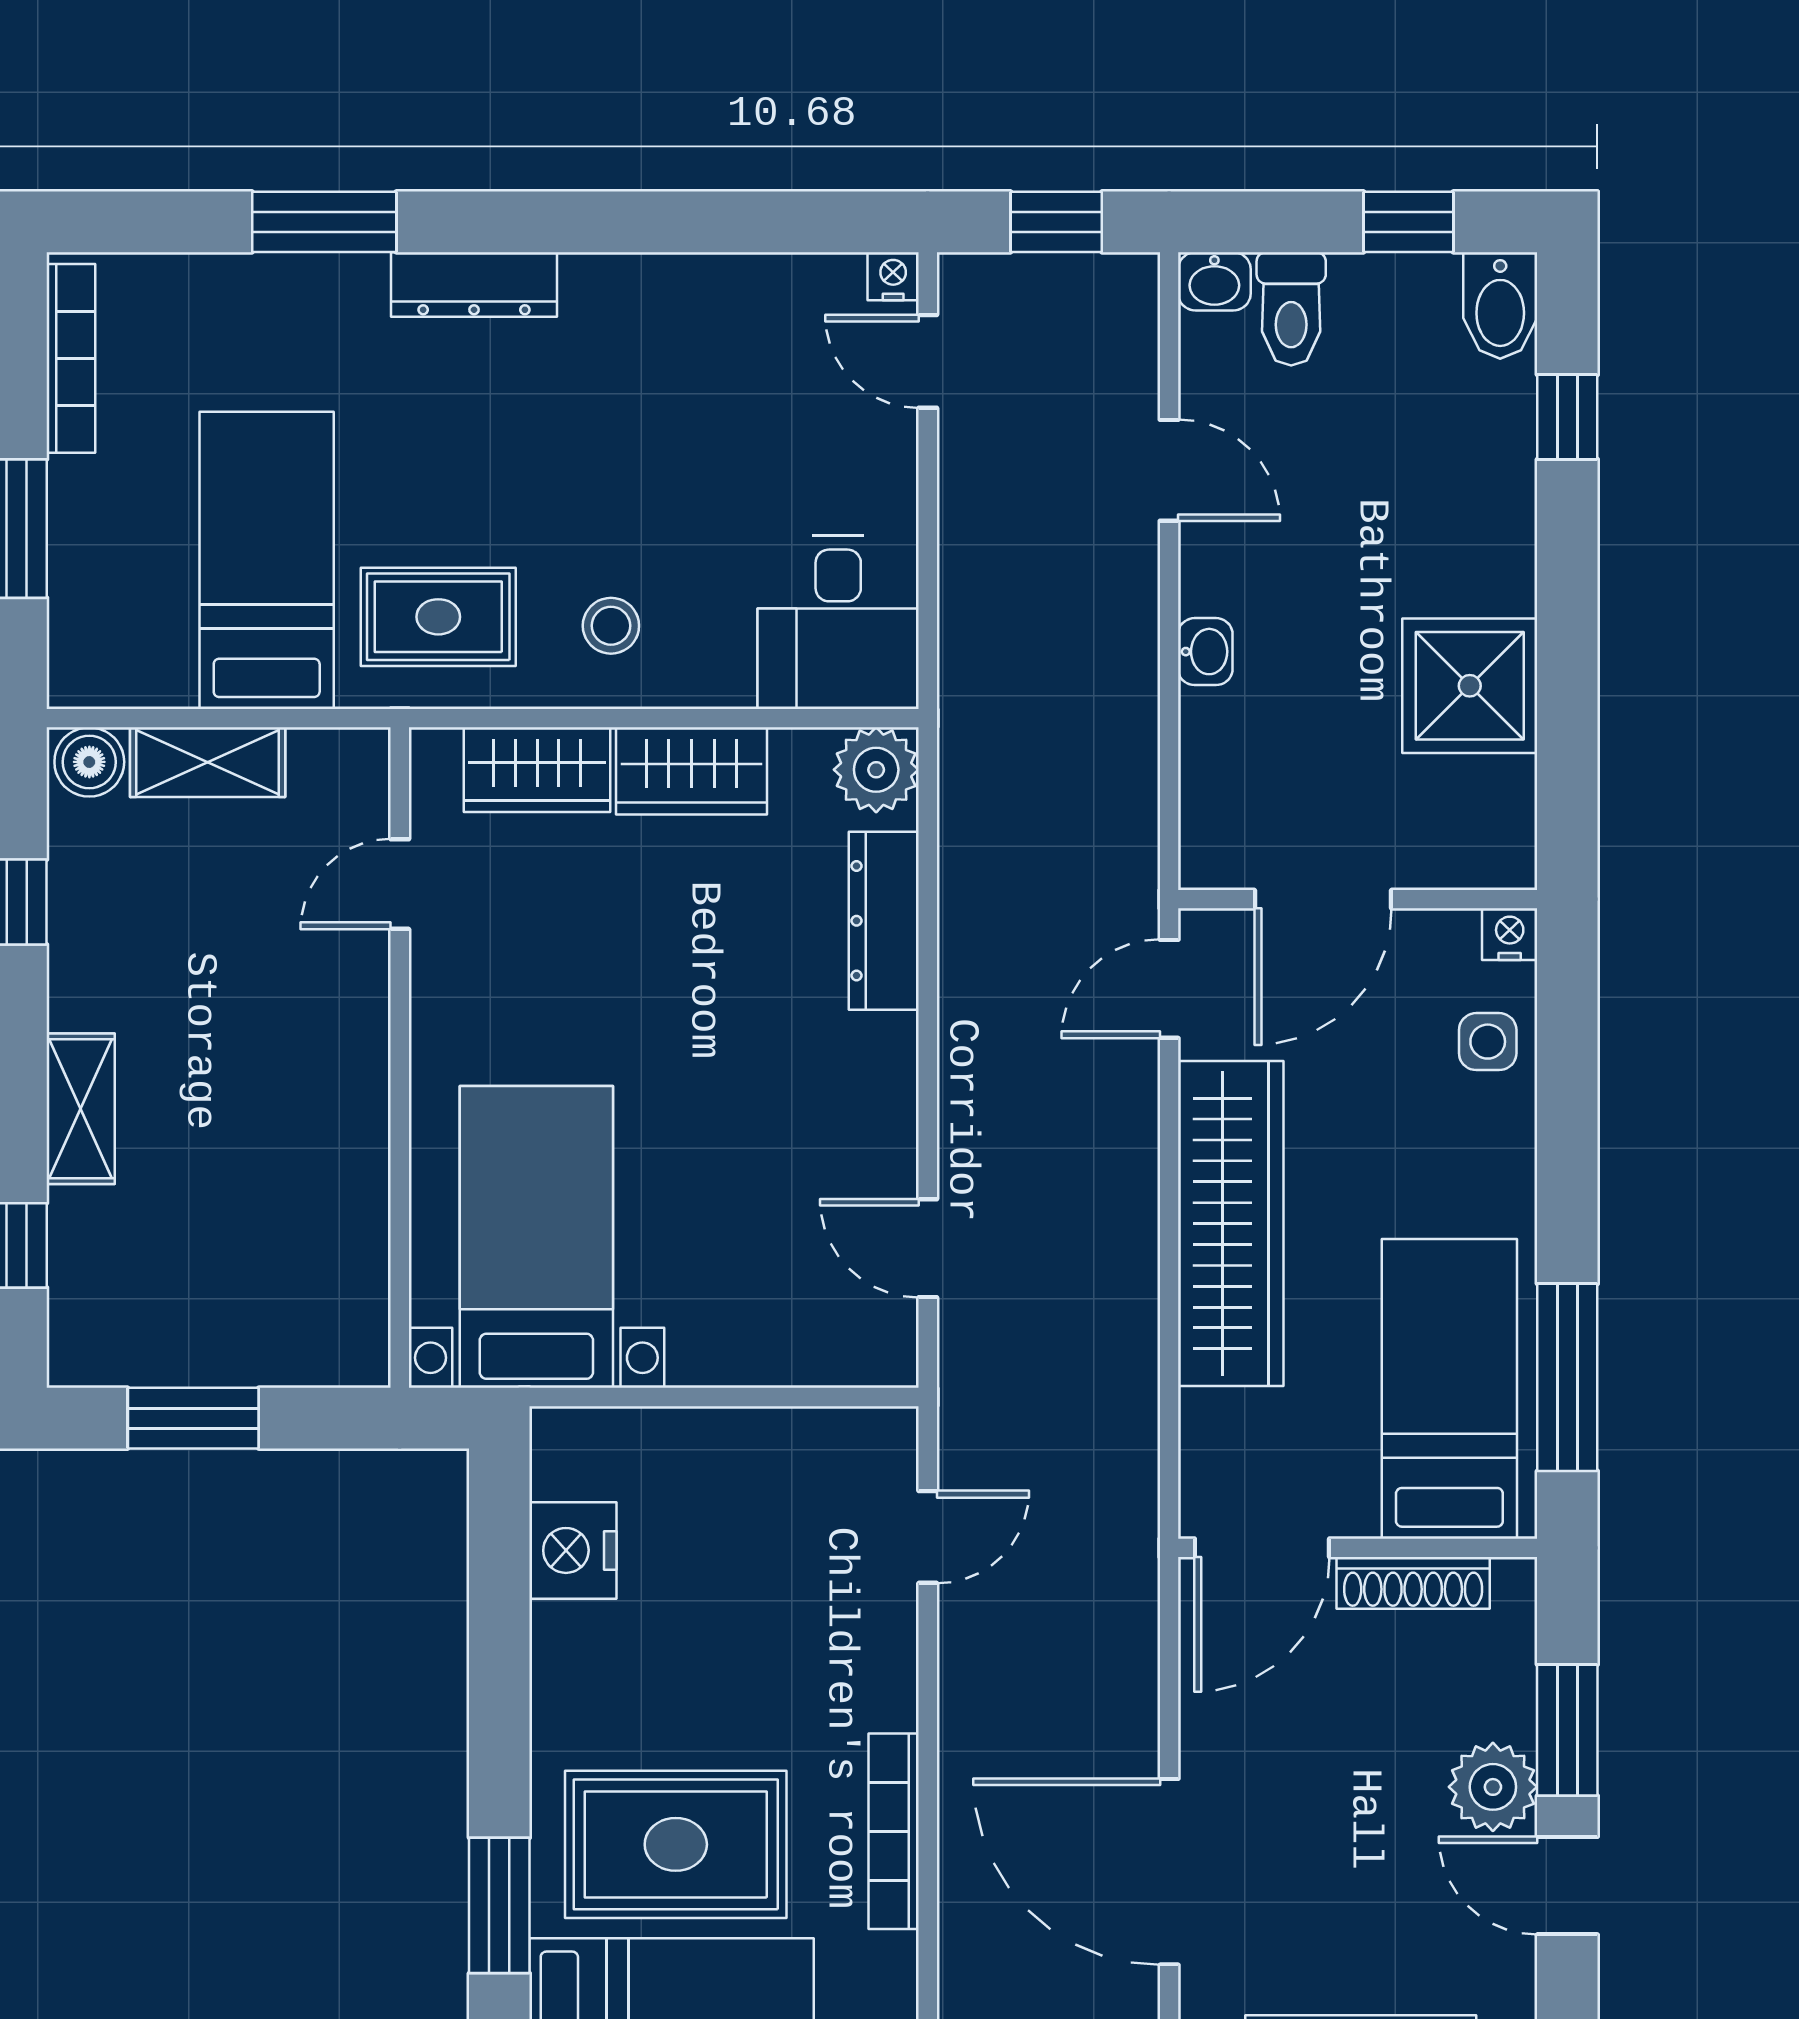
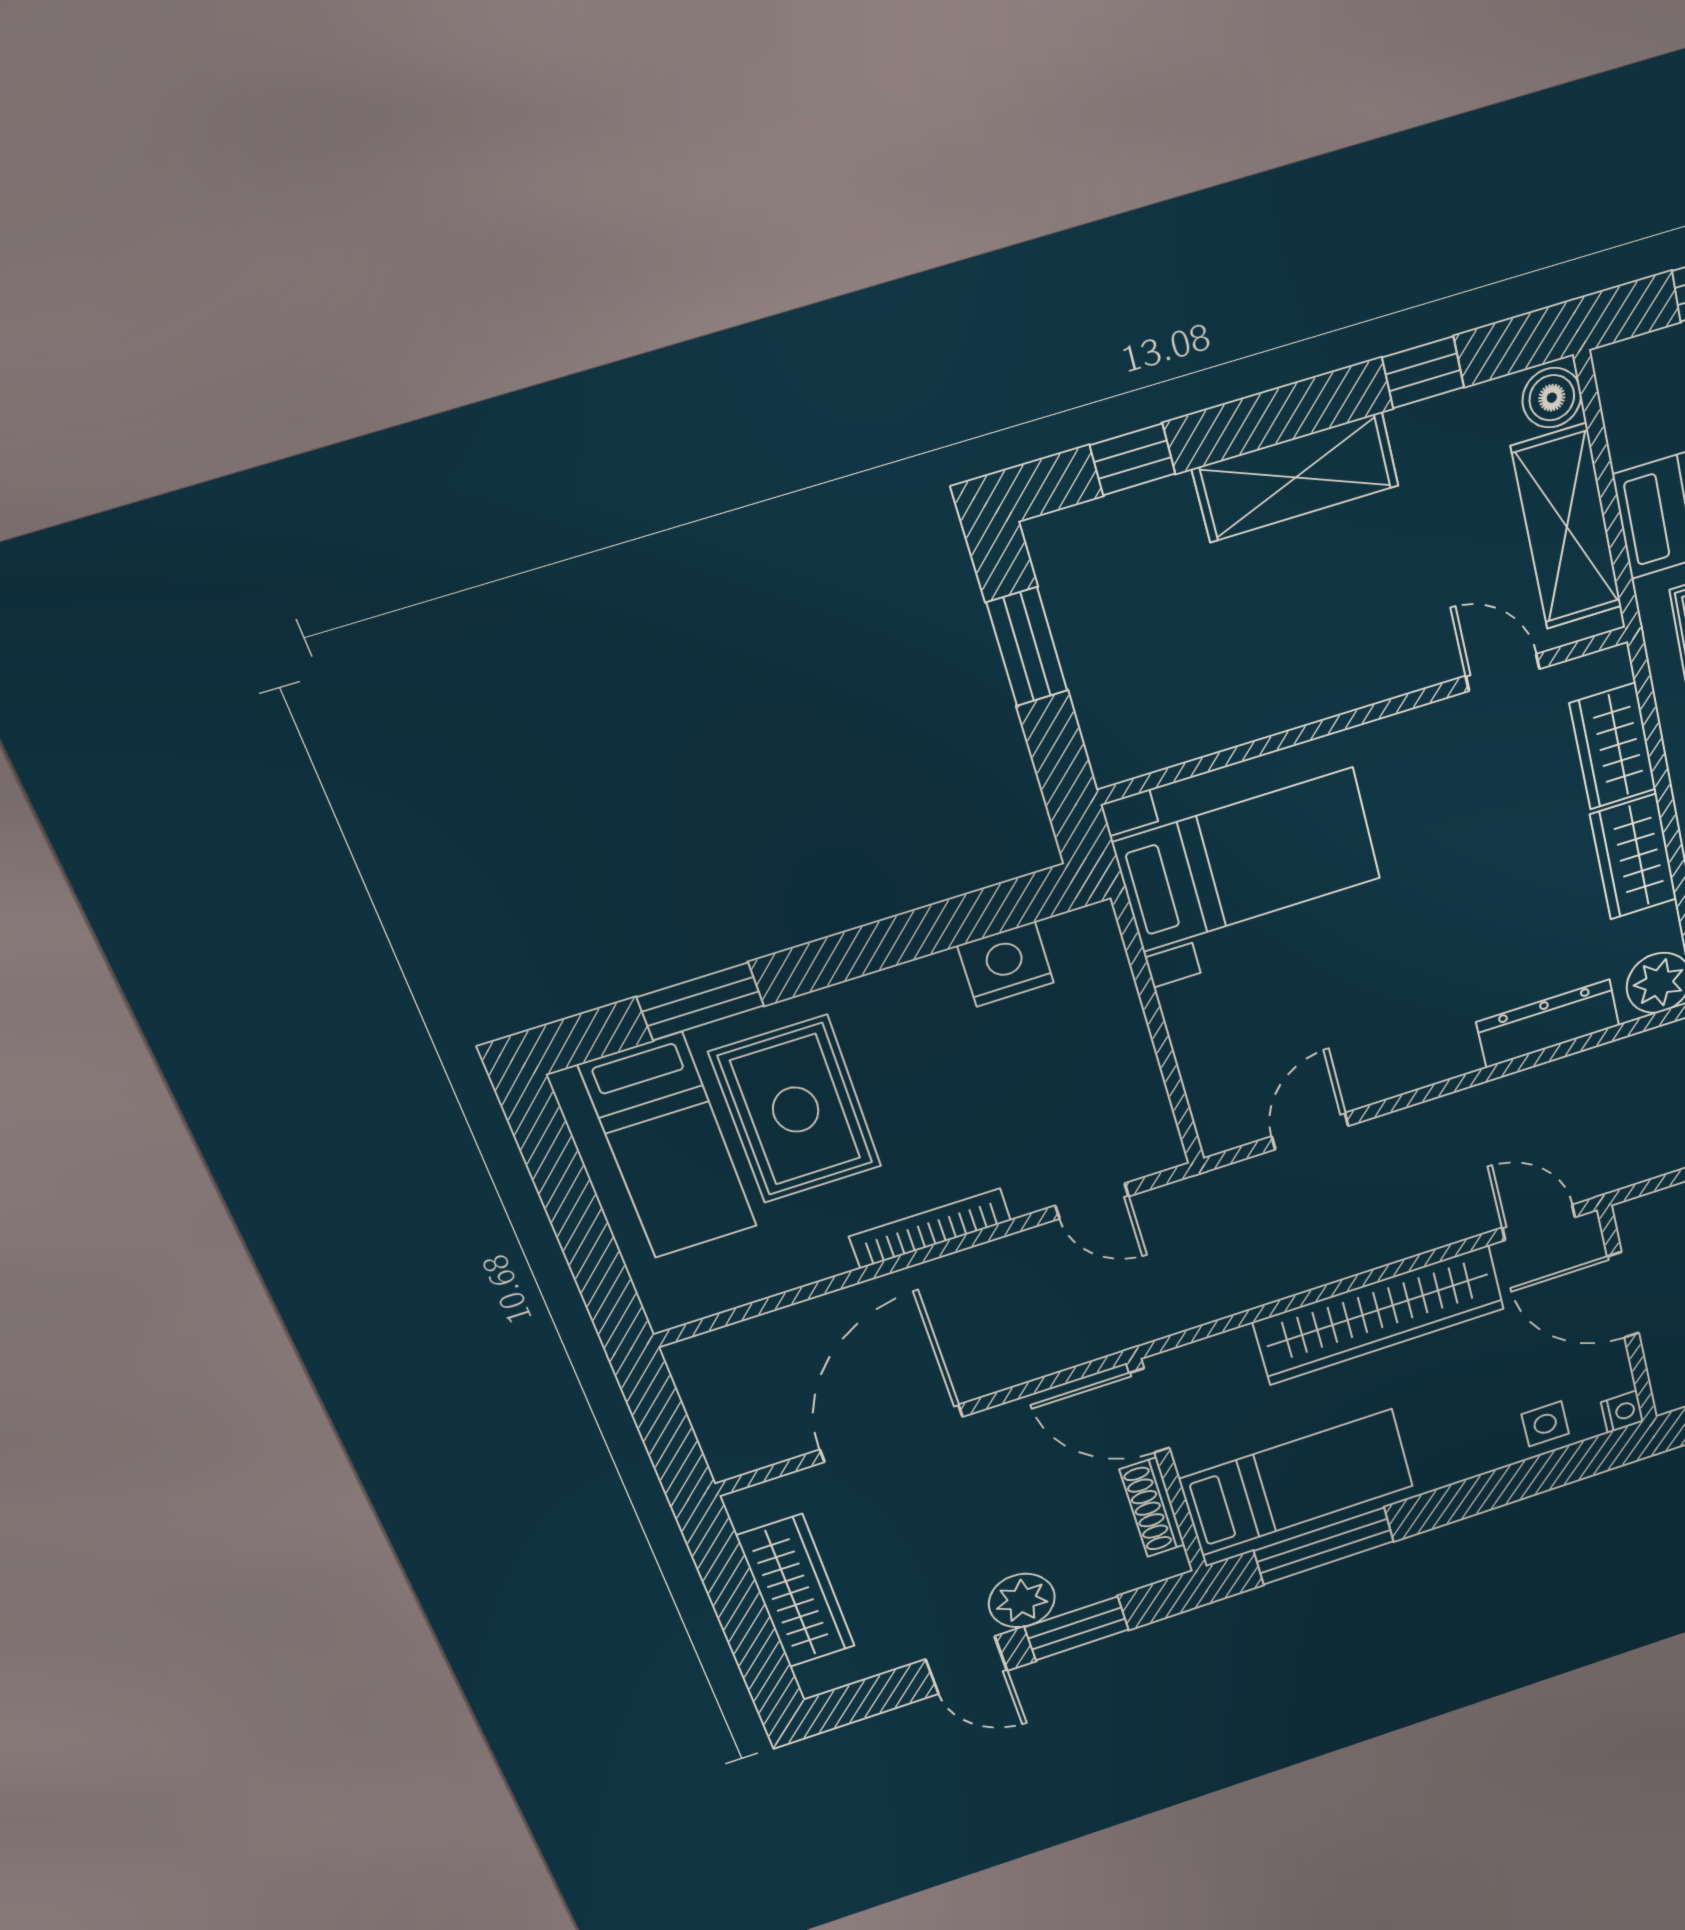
shelving: (208, 762) -> (1567, 527), width x1.50, depth x1.33
shelving: (81, 1109) -> (1296, 477), width x1.50, depth x1.33
bookcase: (894, 1831) -> (930, 1228), moved
door: (1567, 1886) -> (967, 1665), swing flipped

